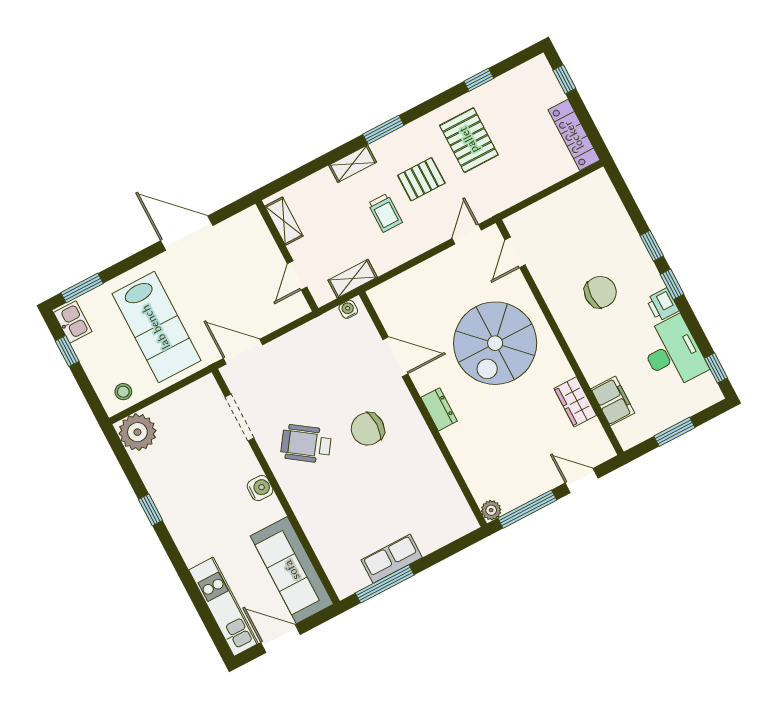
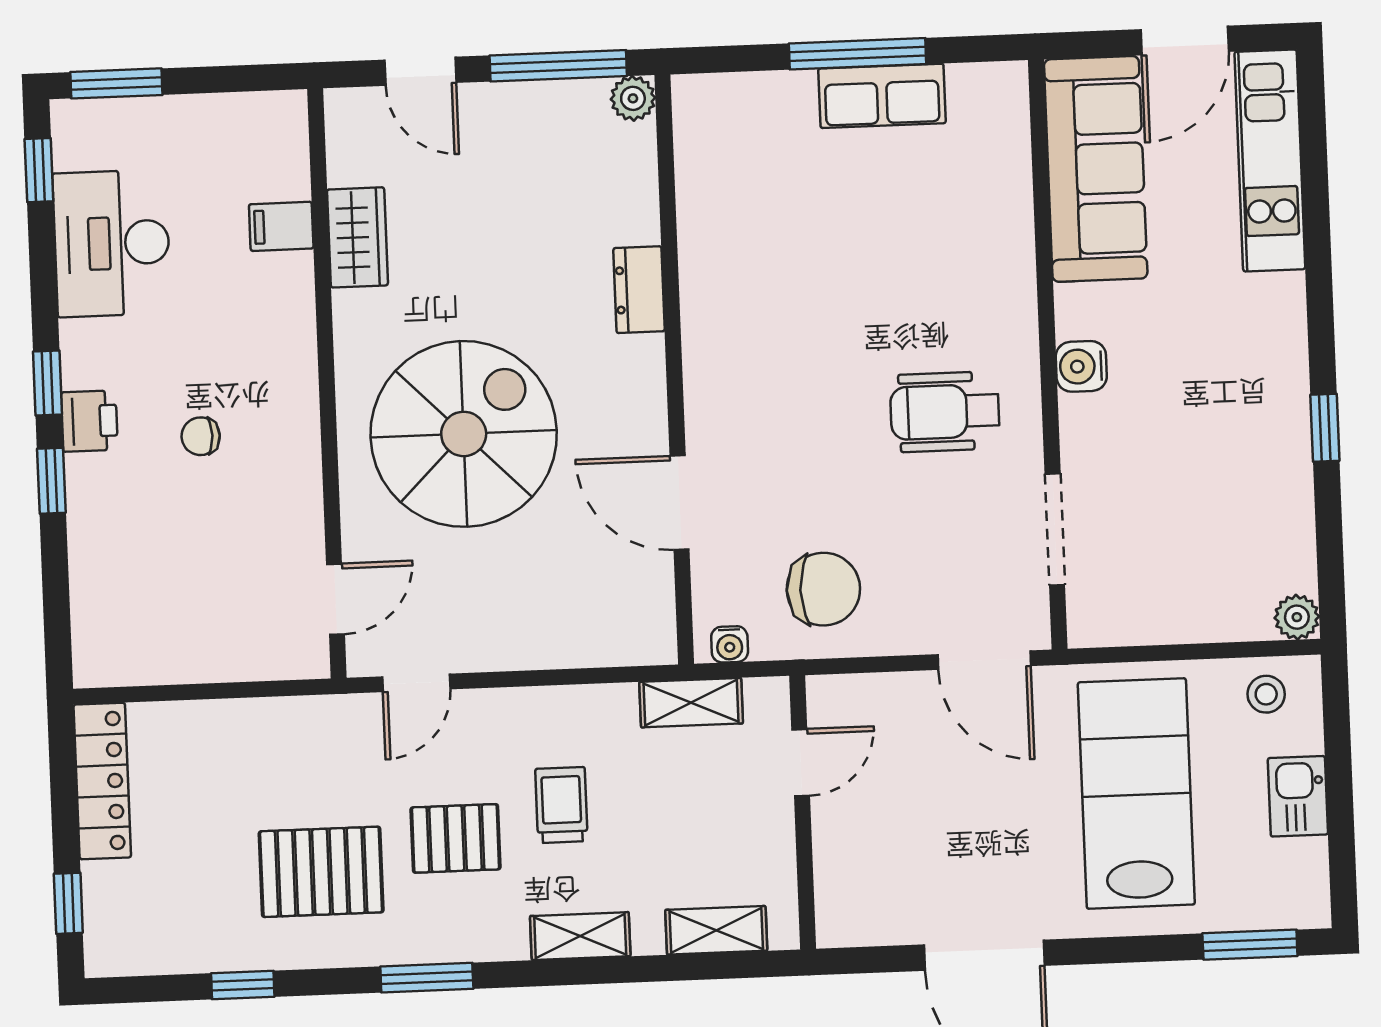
window: (383, 130) -> (427, 978), moved
pallet: (469, 140) -> (321, 872), turned 90
shelving: (284, 221) -> (716, 930), moved, turned 90
chair: (600, 292) -> (201, 436), width x0.54, depth x0.54
printer: (662, 305) -> (89, 421), moved
kitchen sink: (73, 322) -> (1298, 796), moved
window: (67, 351) -> (1341, 831), removed
filing cabinet: (613, 401) -> (281, 226), width x0.50
dresser: (439, 409) -> (639, 290), moved
chair: (368, 429) -> (823, 589), moved
plant: (137, 432) -> (1297, 617), width x0.53, depth x0.53
window: (674, 432) -> (116, 83), moved
wheelchair: (306, 444) -> (945, 412), turned 145
window: (385, 584) -> (857, 54), moved
door: (281, 639) -> (1185, 41), hinge flipped

